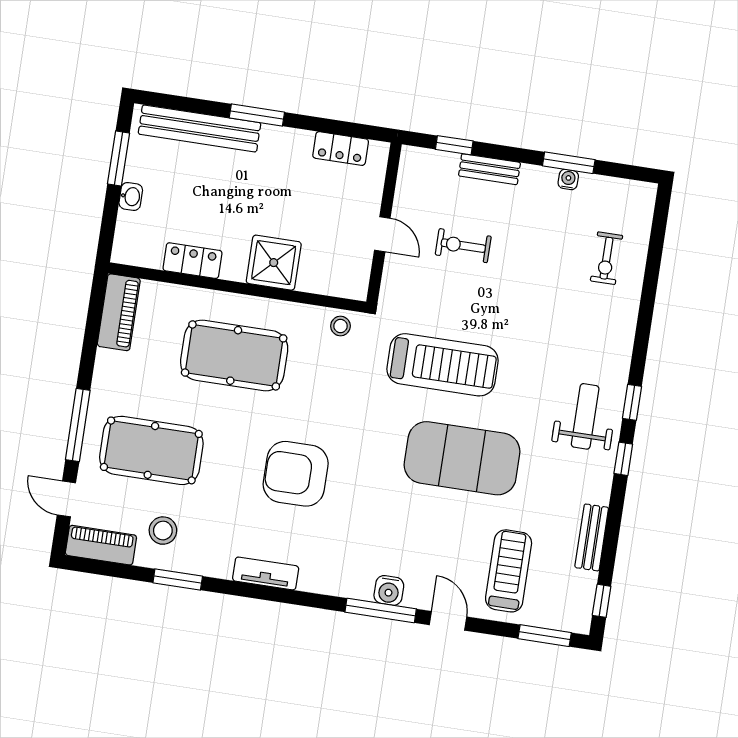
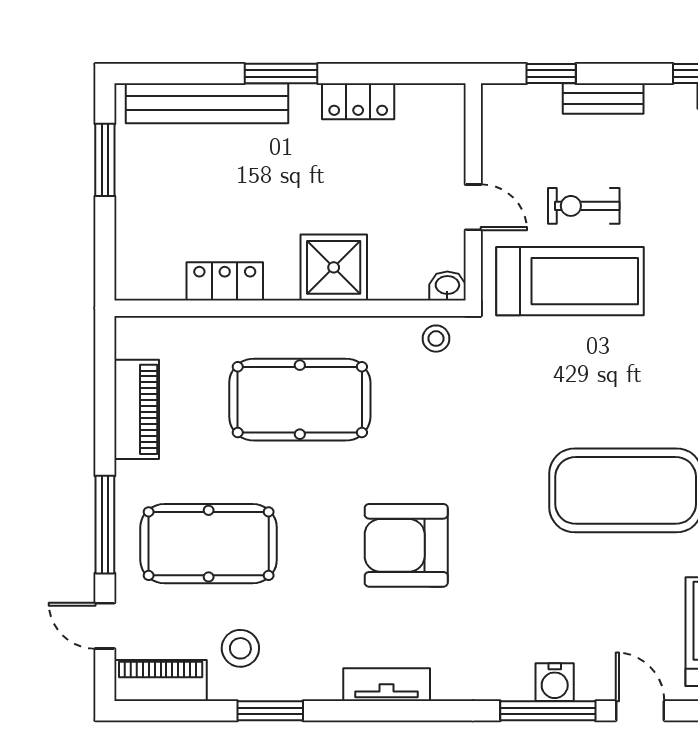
locker: (341, 149) -> (358, 101), moved
washbasin: (131, 196) -> (447, 286), moved, turned -90
piano: (119, 312) -> (137, 409), moved
treadmill: (442, 365) -> (570, 281), moved

